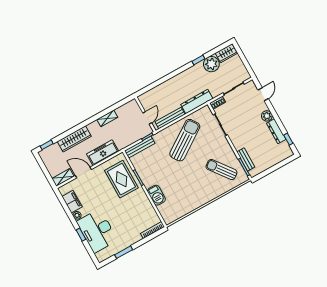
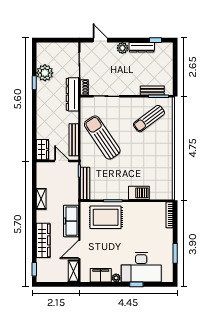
wardrobe: (226, 53) -> (42, 150), moved
dresser: (197, 102) -> (72, 94), moved

